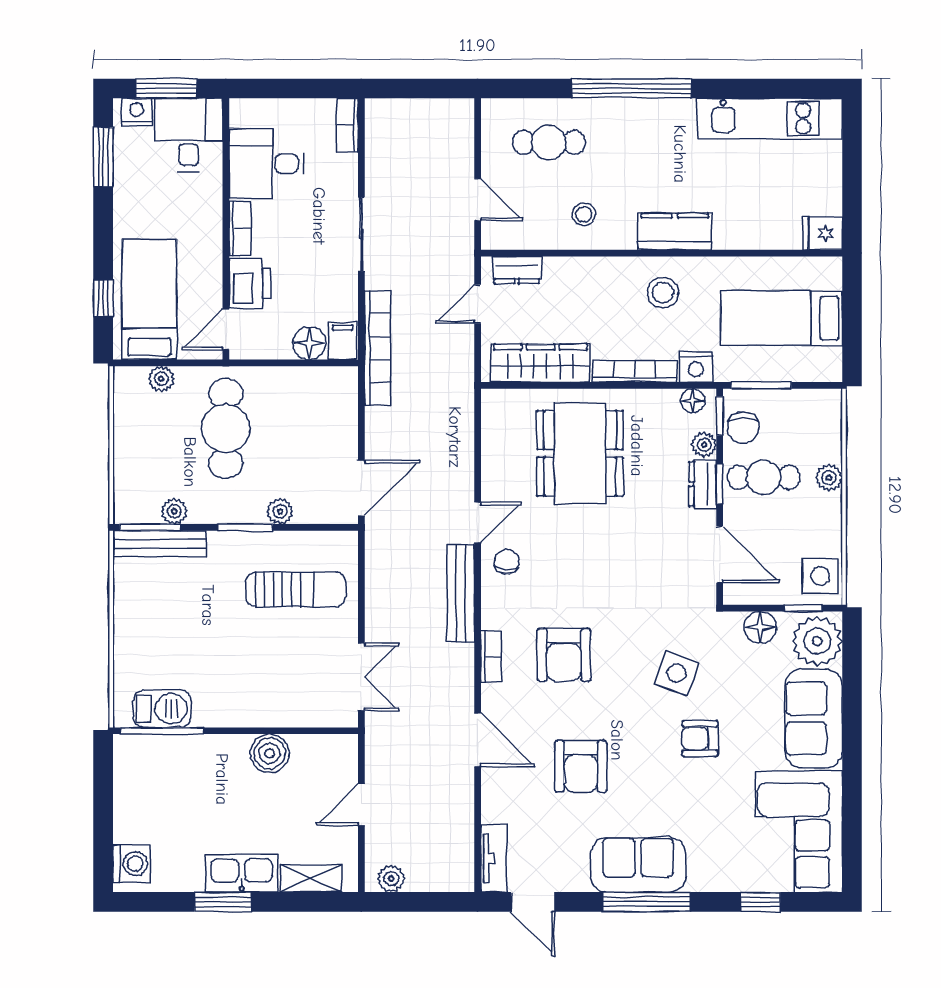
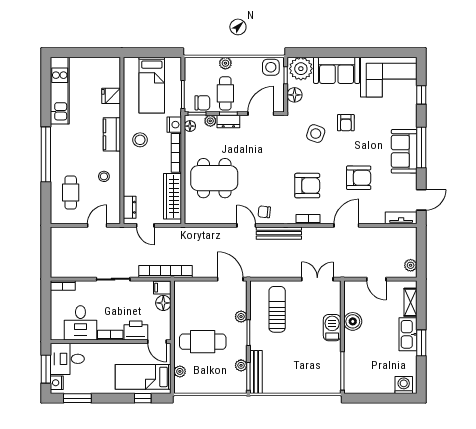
fridge: (822, 233) -> (111, 96), moved, turned 90
barbecue: (162, 709) -> (332, 328), moved

